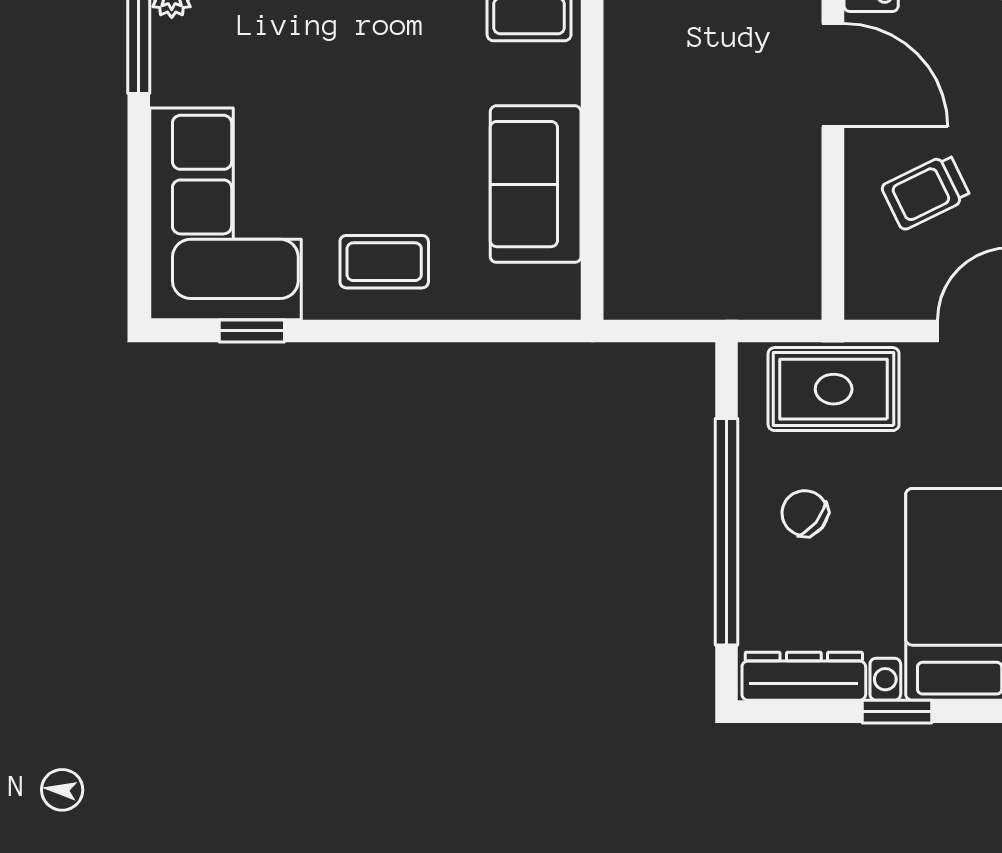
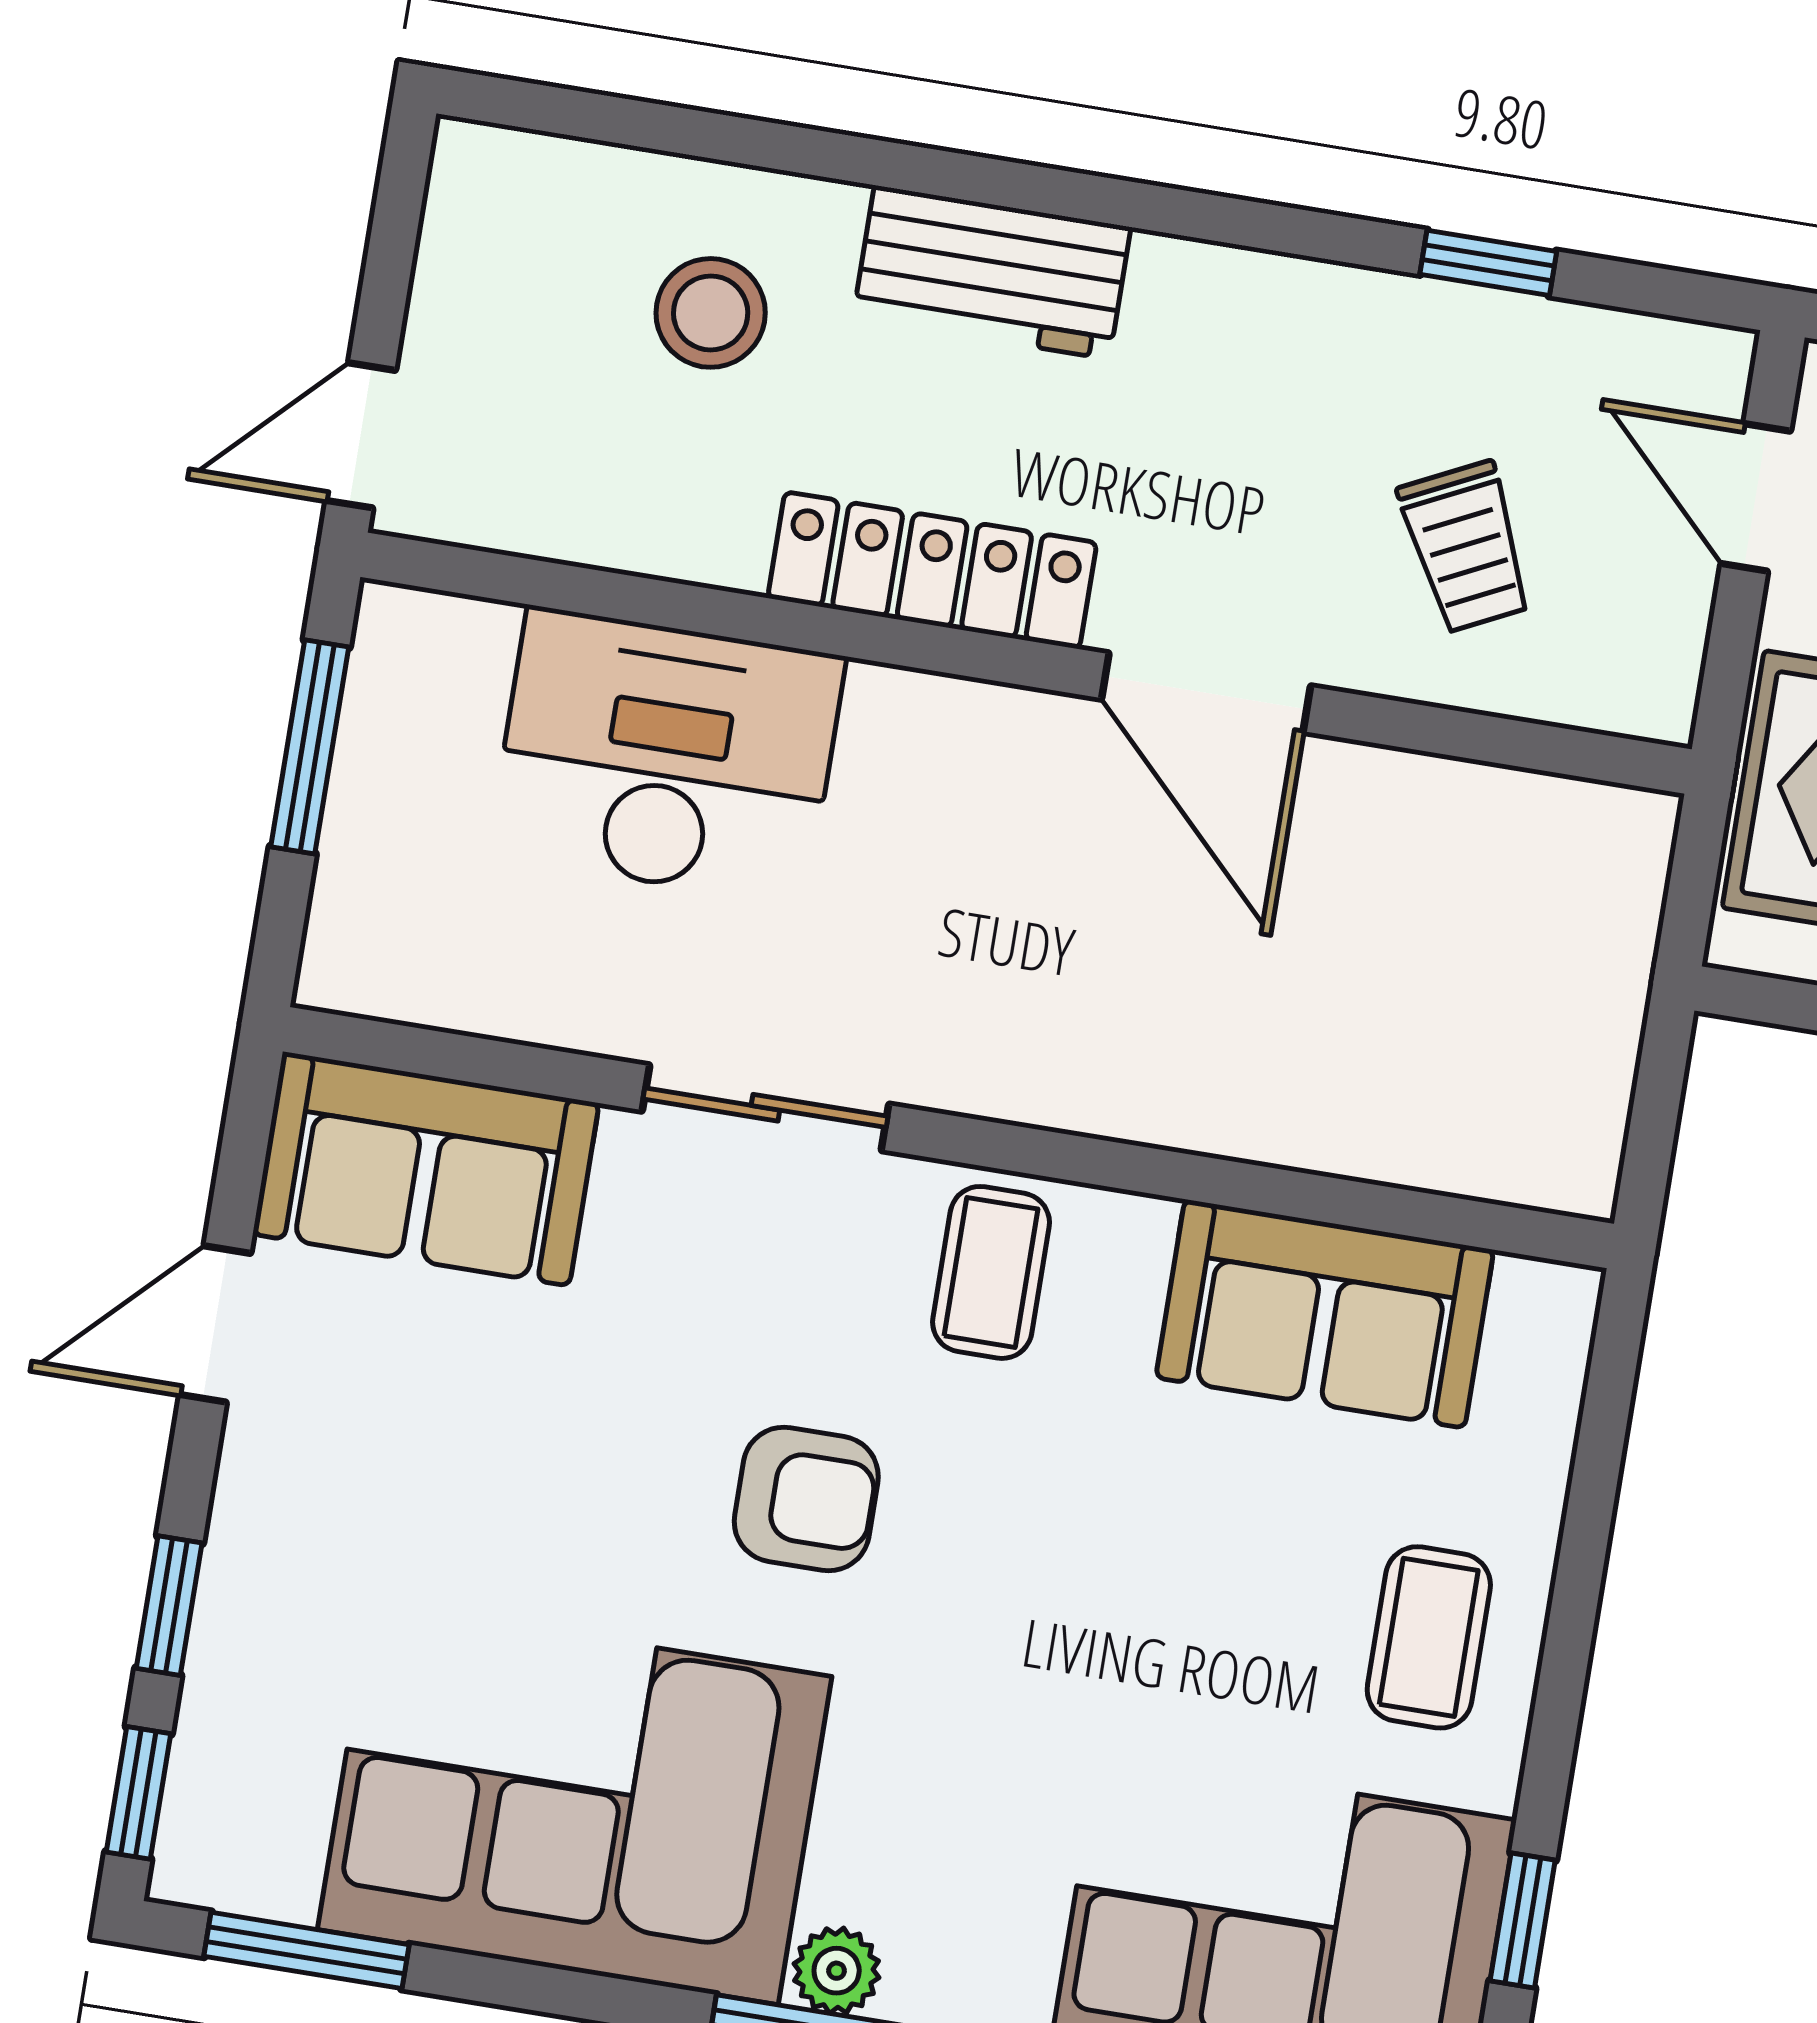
door: (833, 75) -> (1206, 693), swing flipped

